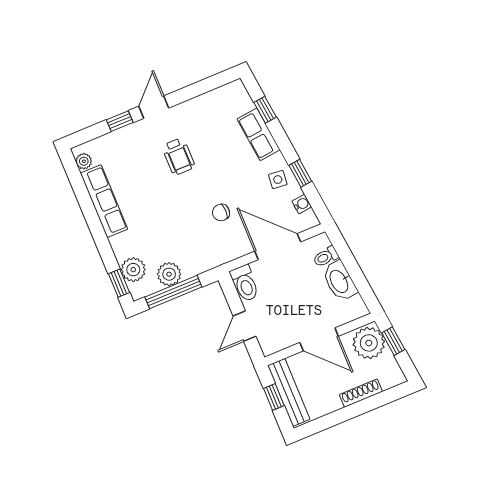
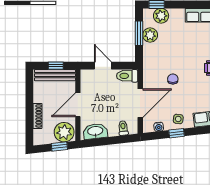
washbasin: (339, 281) -> (95, 131), moved
window: (173, 292) -> (139, 33), width x0.69

